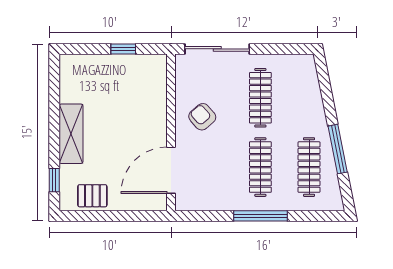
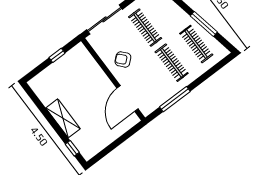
pallet: (92, 196) -> (98, 142), removed
window: (261, 216) -> (175, 99), moved

